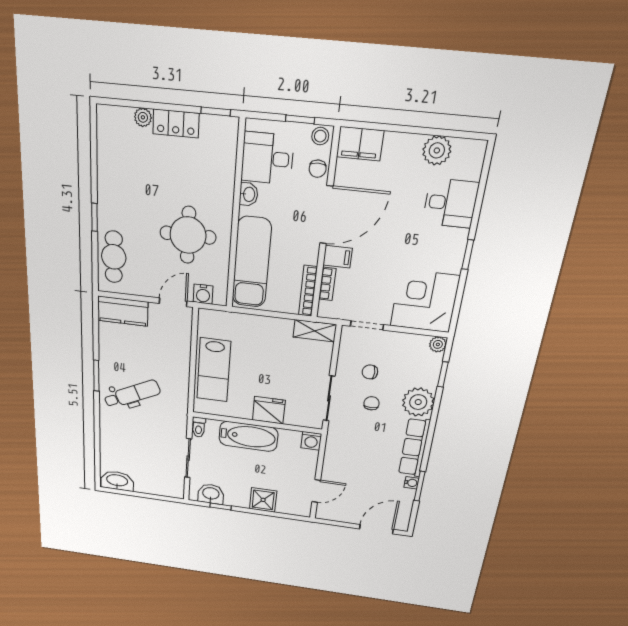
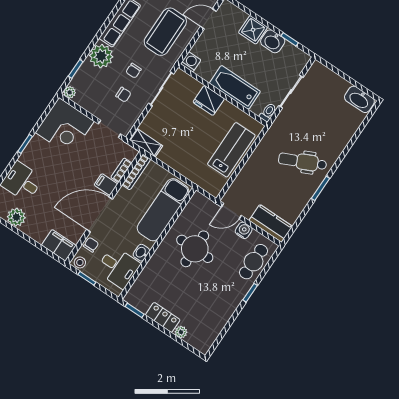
water cooler: (203, 294) -> (244, 230), moved
coffee table: (356, 459) -> (165, 32), added
washbasin: (211, 494) -> (273, 41), moved

